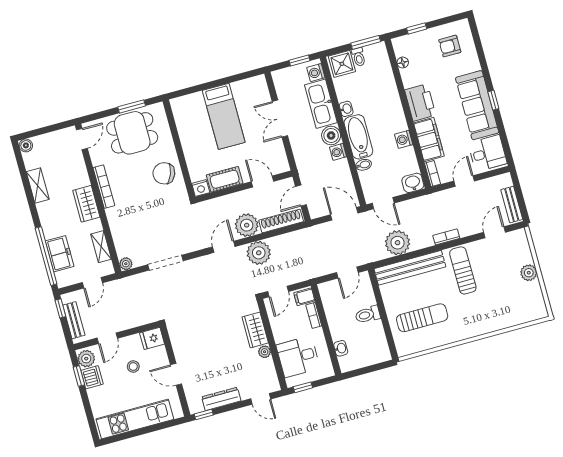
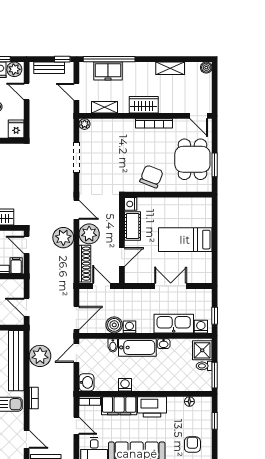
boiler: (331, 135) -> (114, 325), moved

